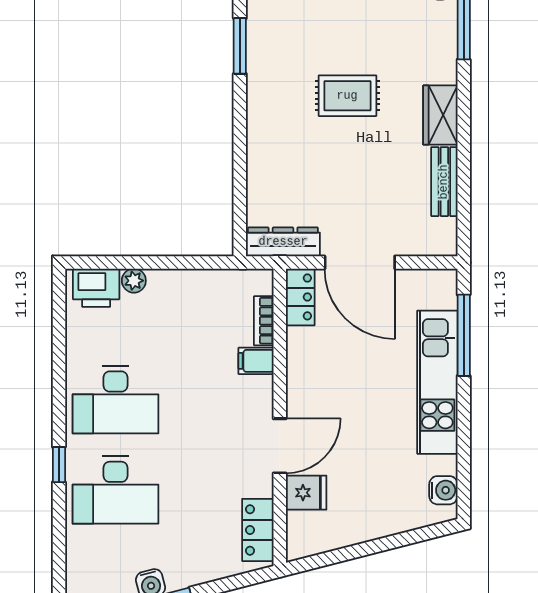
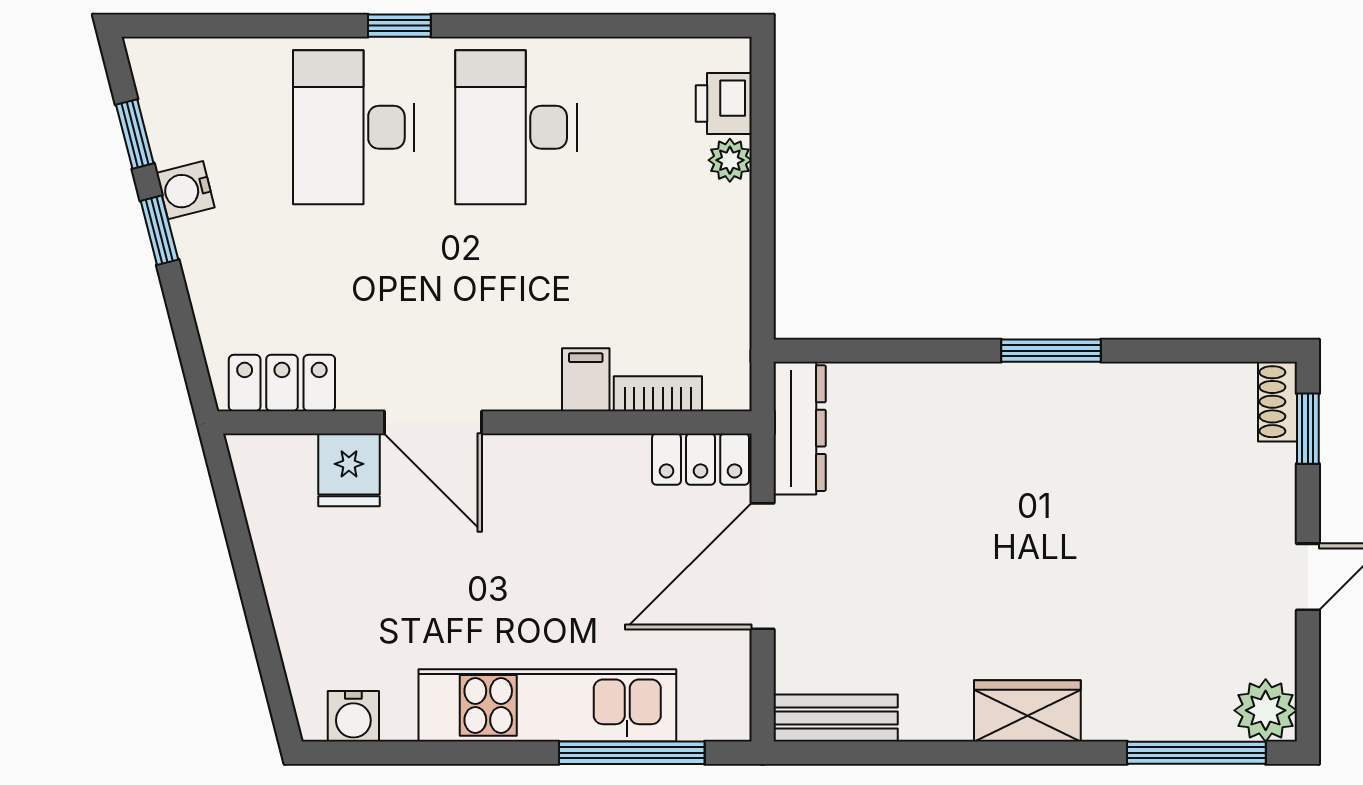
window: (240, 46) -> (1051, 351), moved
rug: (347, 96) -> (1062, 544), removed
bench: (444, 182) -> (836, 718), moved
printer: (96, 288) -> (724, 104), width x0.73, depth x0.81

